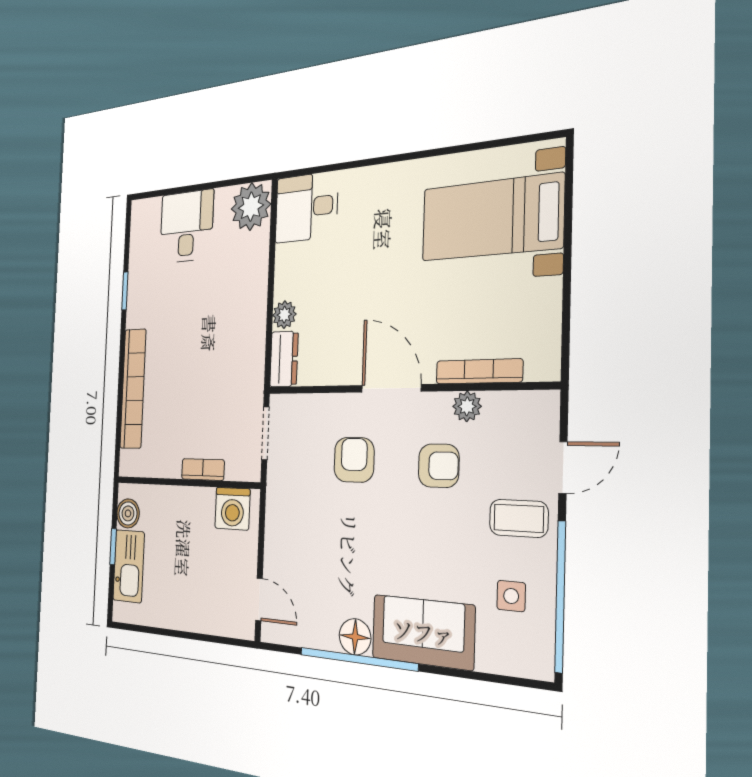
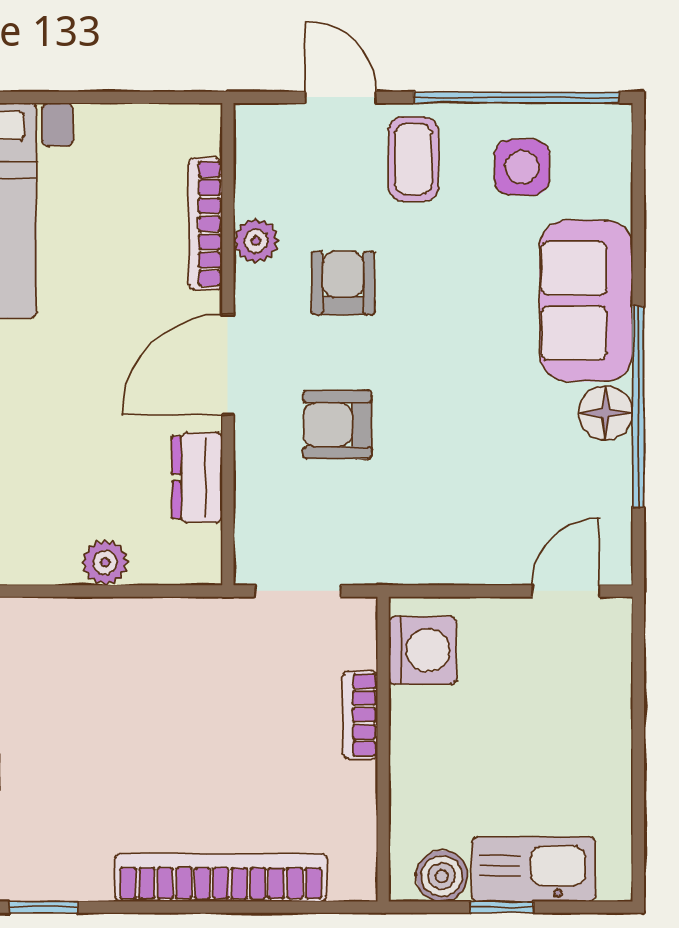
dresser: (284, 359) -> (197, 478), moved, turned -90
side table: (511, 596) -> (522, 167), width x1.37, depth x1.37

